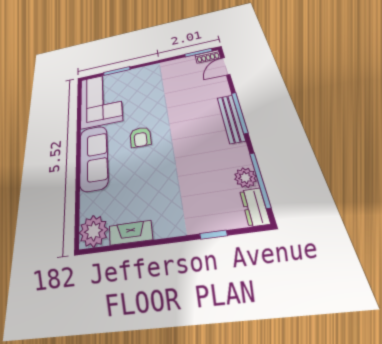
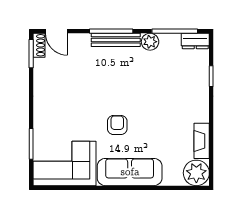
armchair: (140, 137) -> (117, 125), turned -90
plant: (245, 178) -> (150, 42), moved

